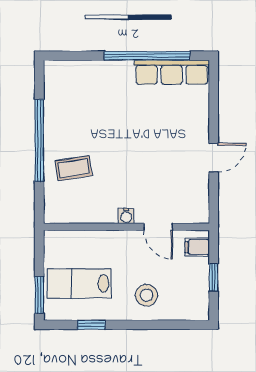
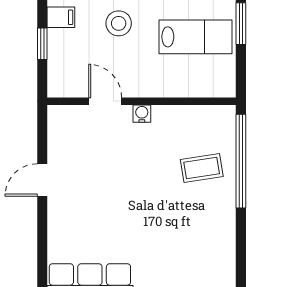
window: (39, 141) -> (241, 161), moved
filing cabinet: (197, 247) -> (61, 17), moved

